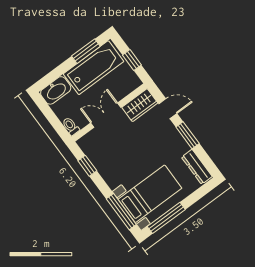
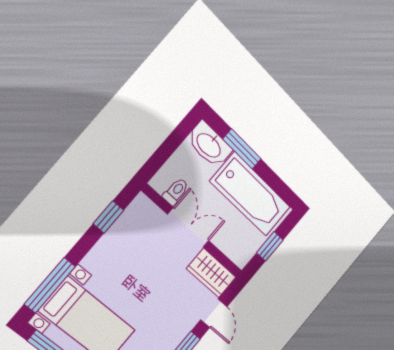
window: (86, 51) -> (242, 149), moved
toilet: (71, 126) -> (176, 192), moved

